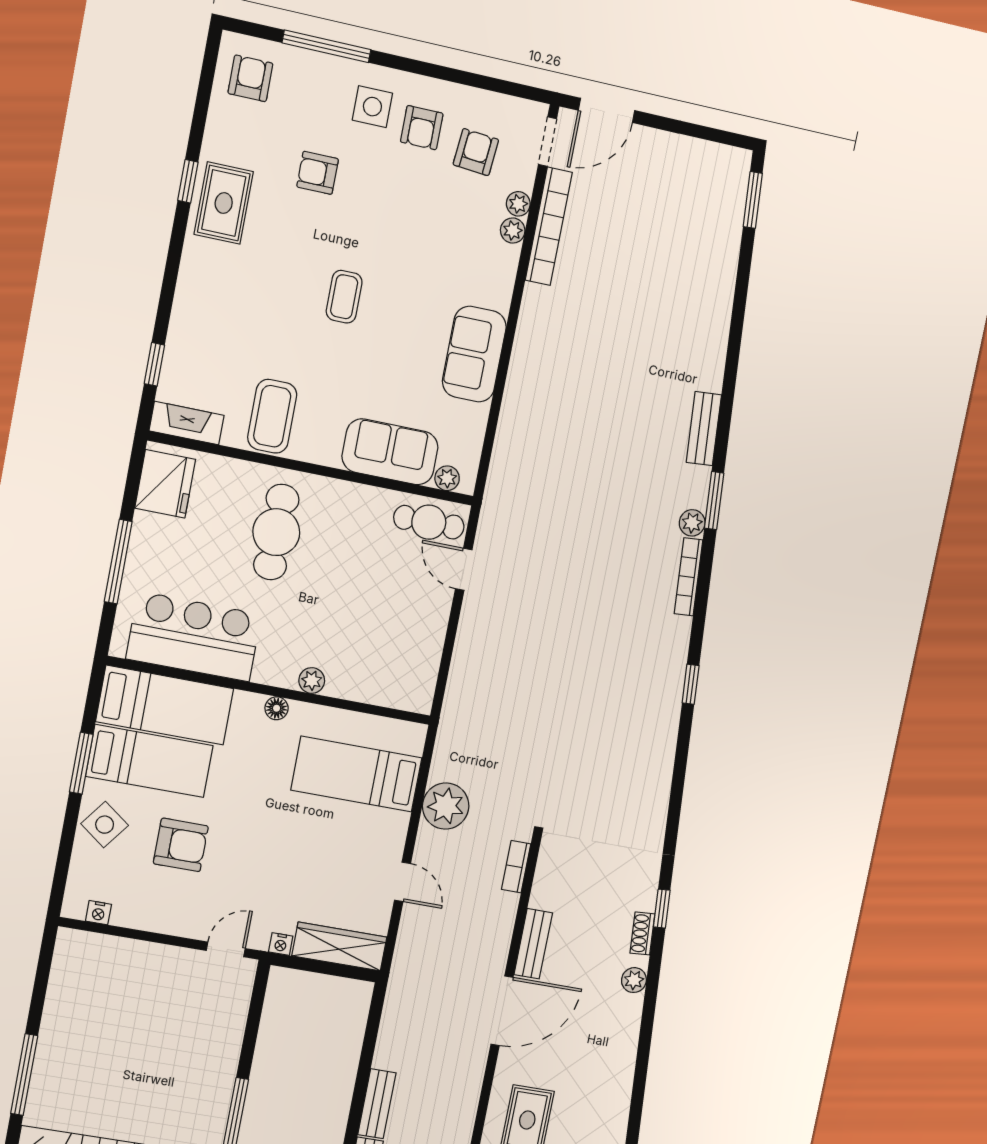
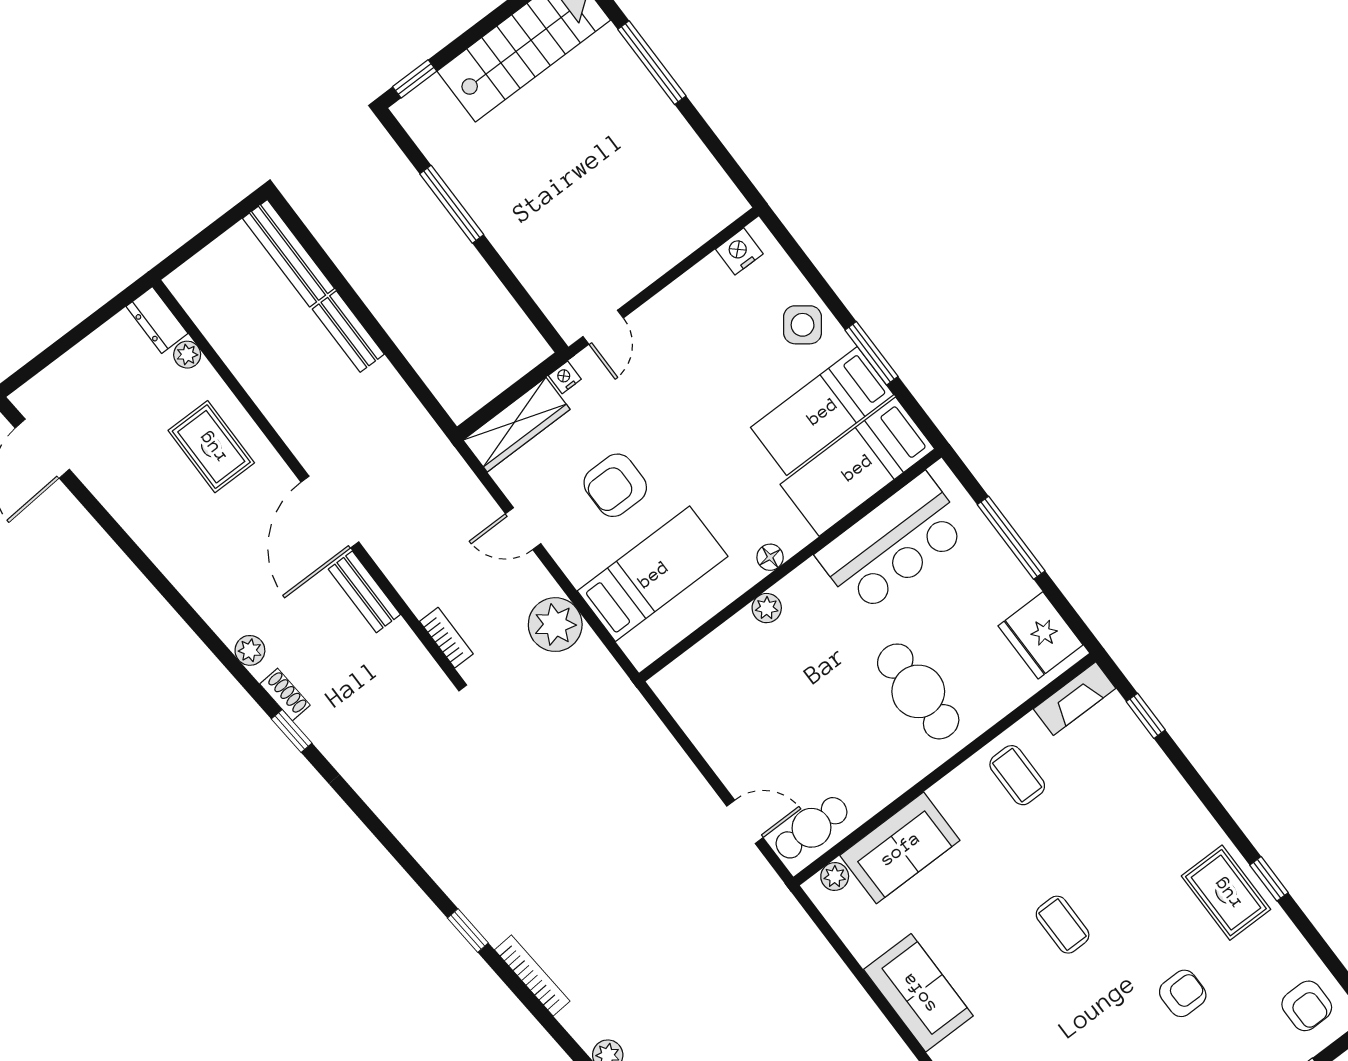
coffee table: (272, 416) -> (1017, 775), width x0.73, depth x0.77
bookcase: (689, 577) -> (532, 975), moved
armchair: (181, 845) -> (615, 485), moved
nightstand: (98, 913) -> (739, 251), width x1.39, depth x1.35

